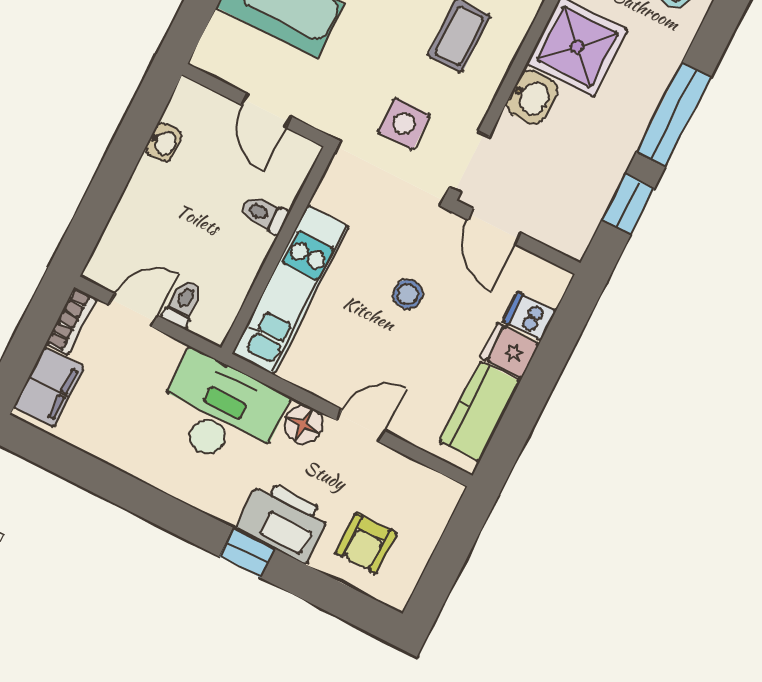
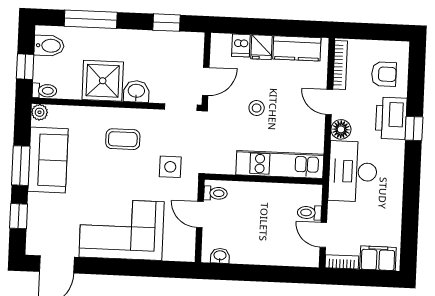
door: (266, 111) -> (200, 215), swing flipped
window: (674, 115) -> (91, 19), moved
side table: (404, 124) -> (170, 167), moved
washbasin: (164, 142) -> (220, 256), moved
toilet: (264, 214) -> (216, 193), moved, turned -90
bookcase: (416, 474) -> (340, 65), added

